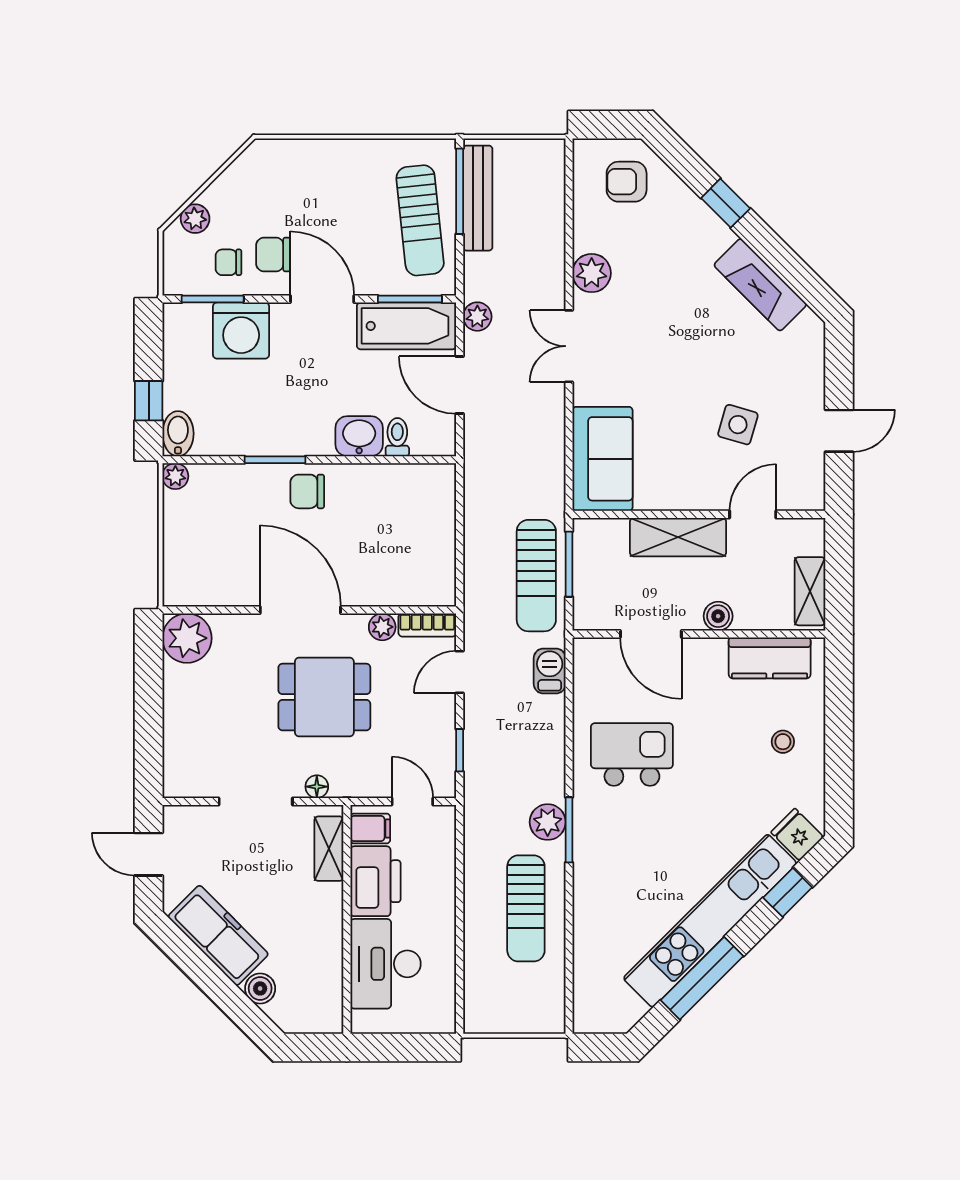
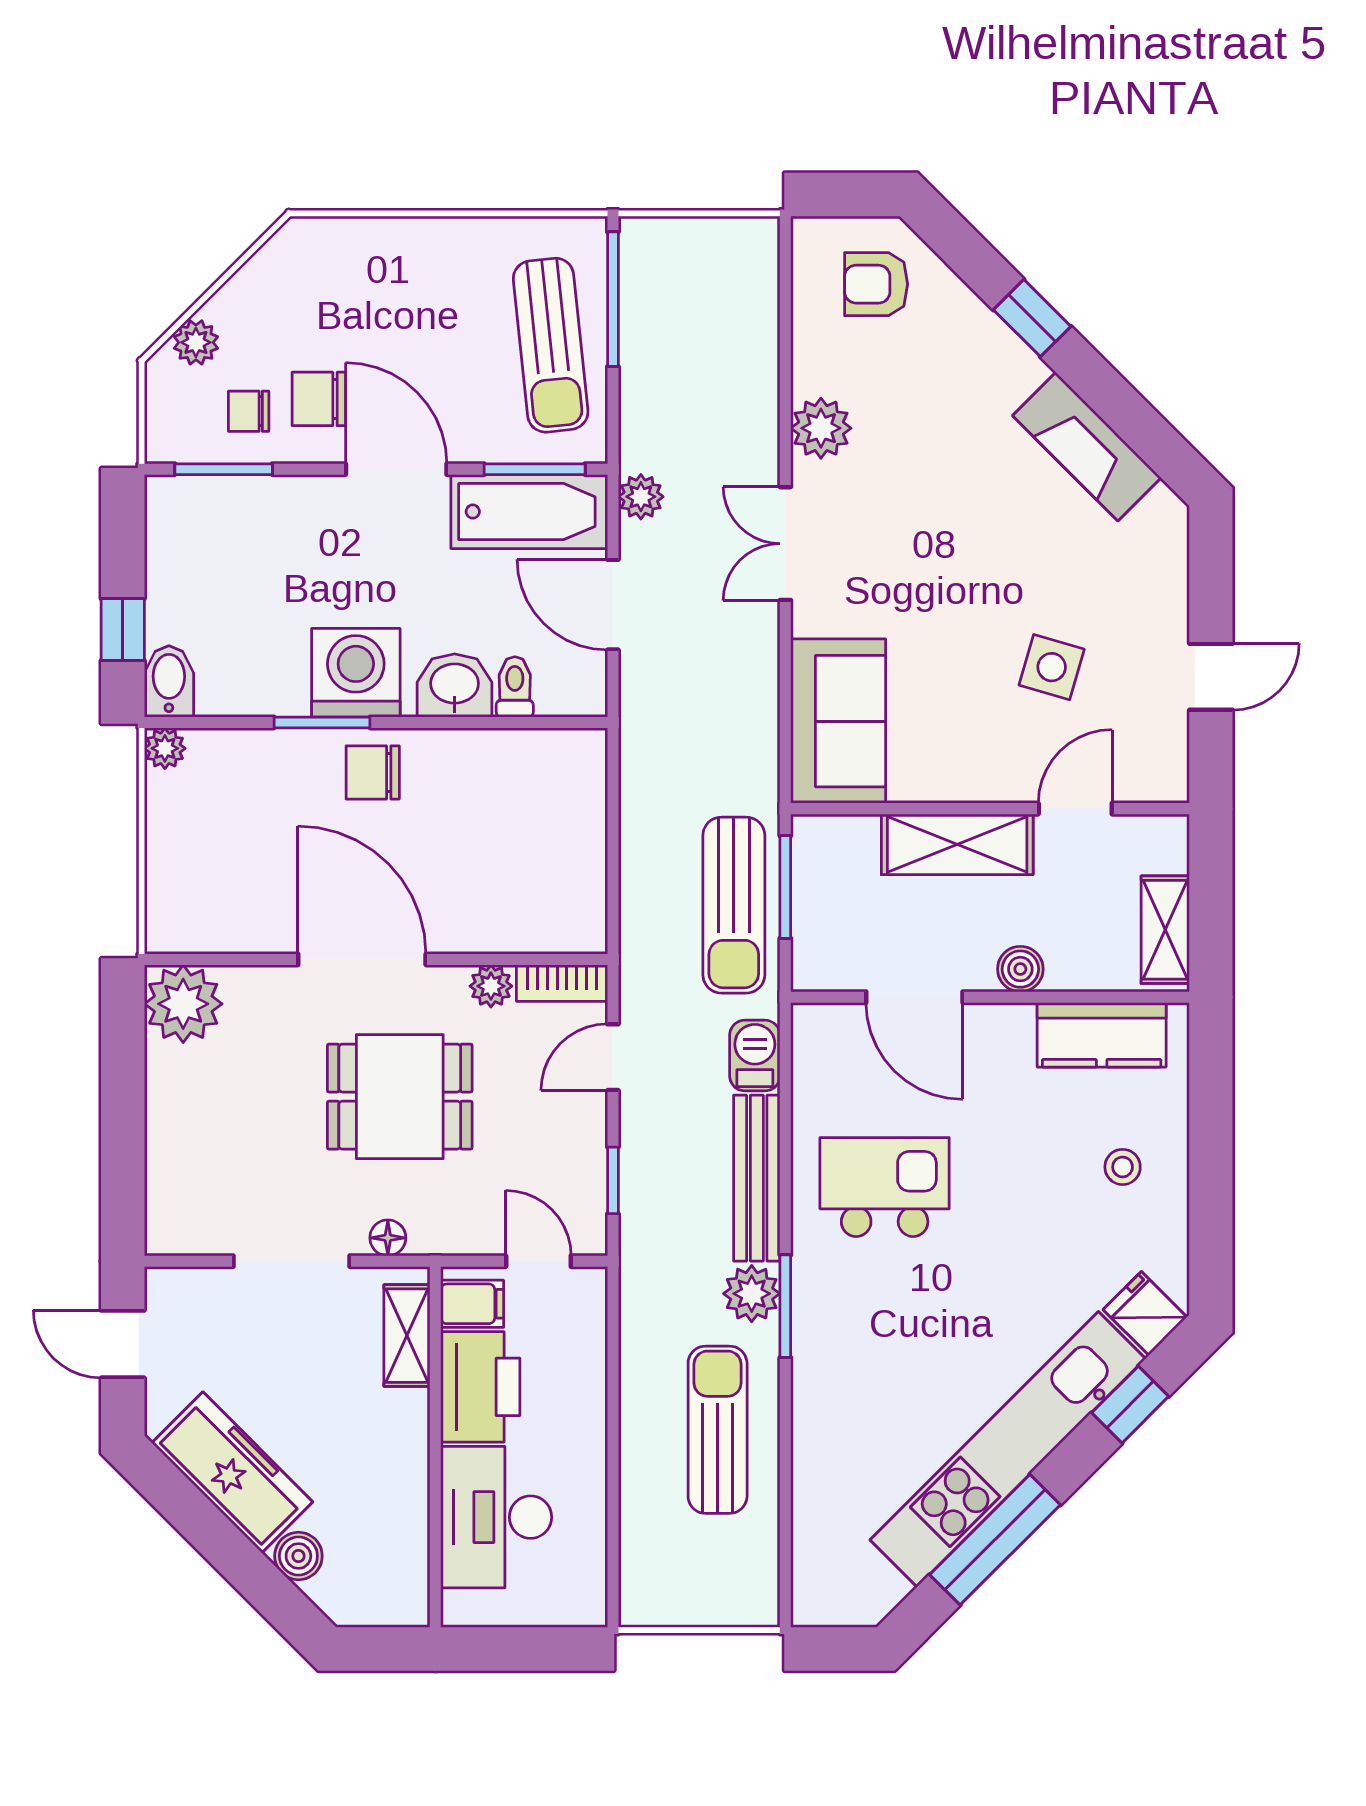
bench: (478, 198) -> (757, 1178), moved
washing machine: (241, 331) -> (356, 673), moved, turned 180
sun lounger: (526, 908) -> (718, 1430), turned 180

